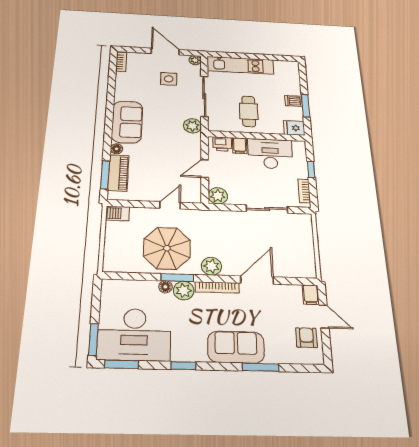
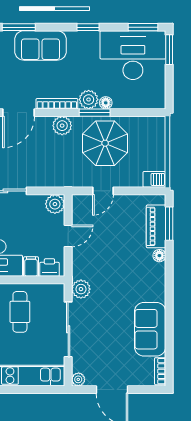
side table: (169, 79) -> (107, 351), removed
sofa: (127, 122) -> (150, 329), moved

